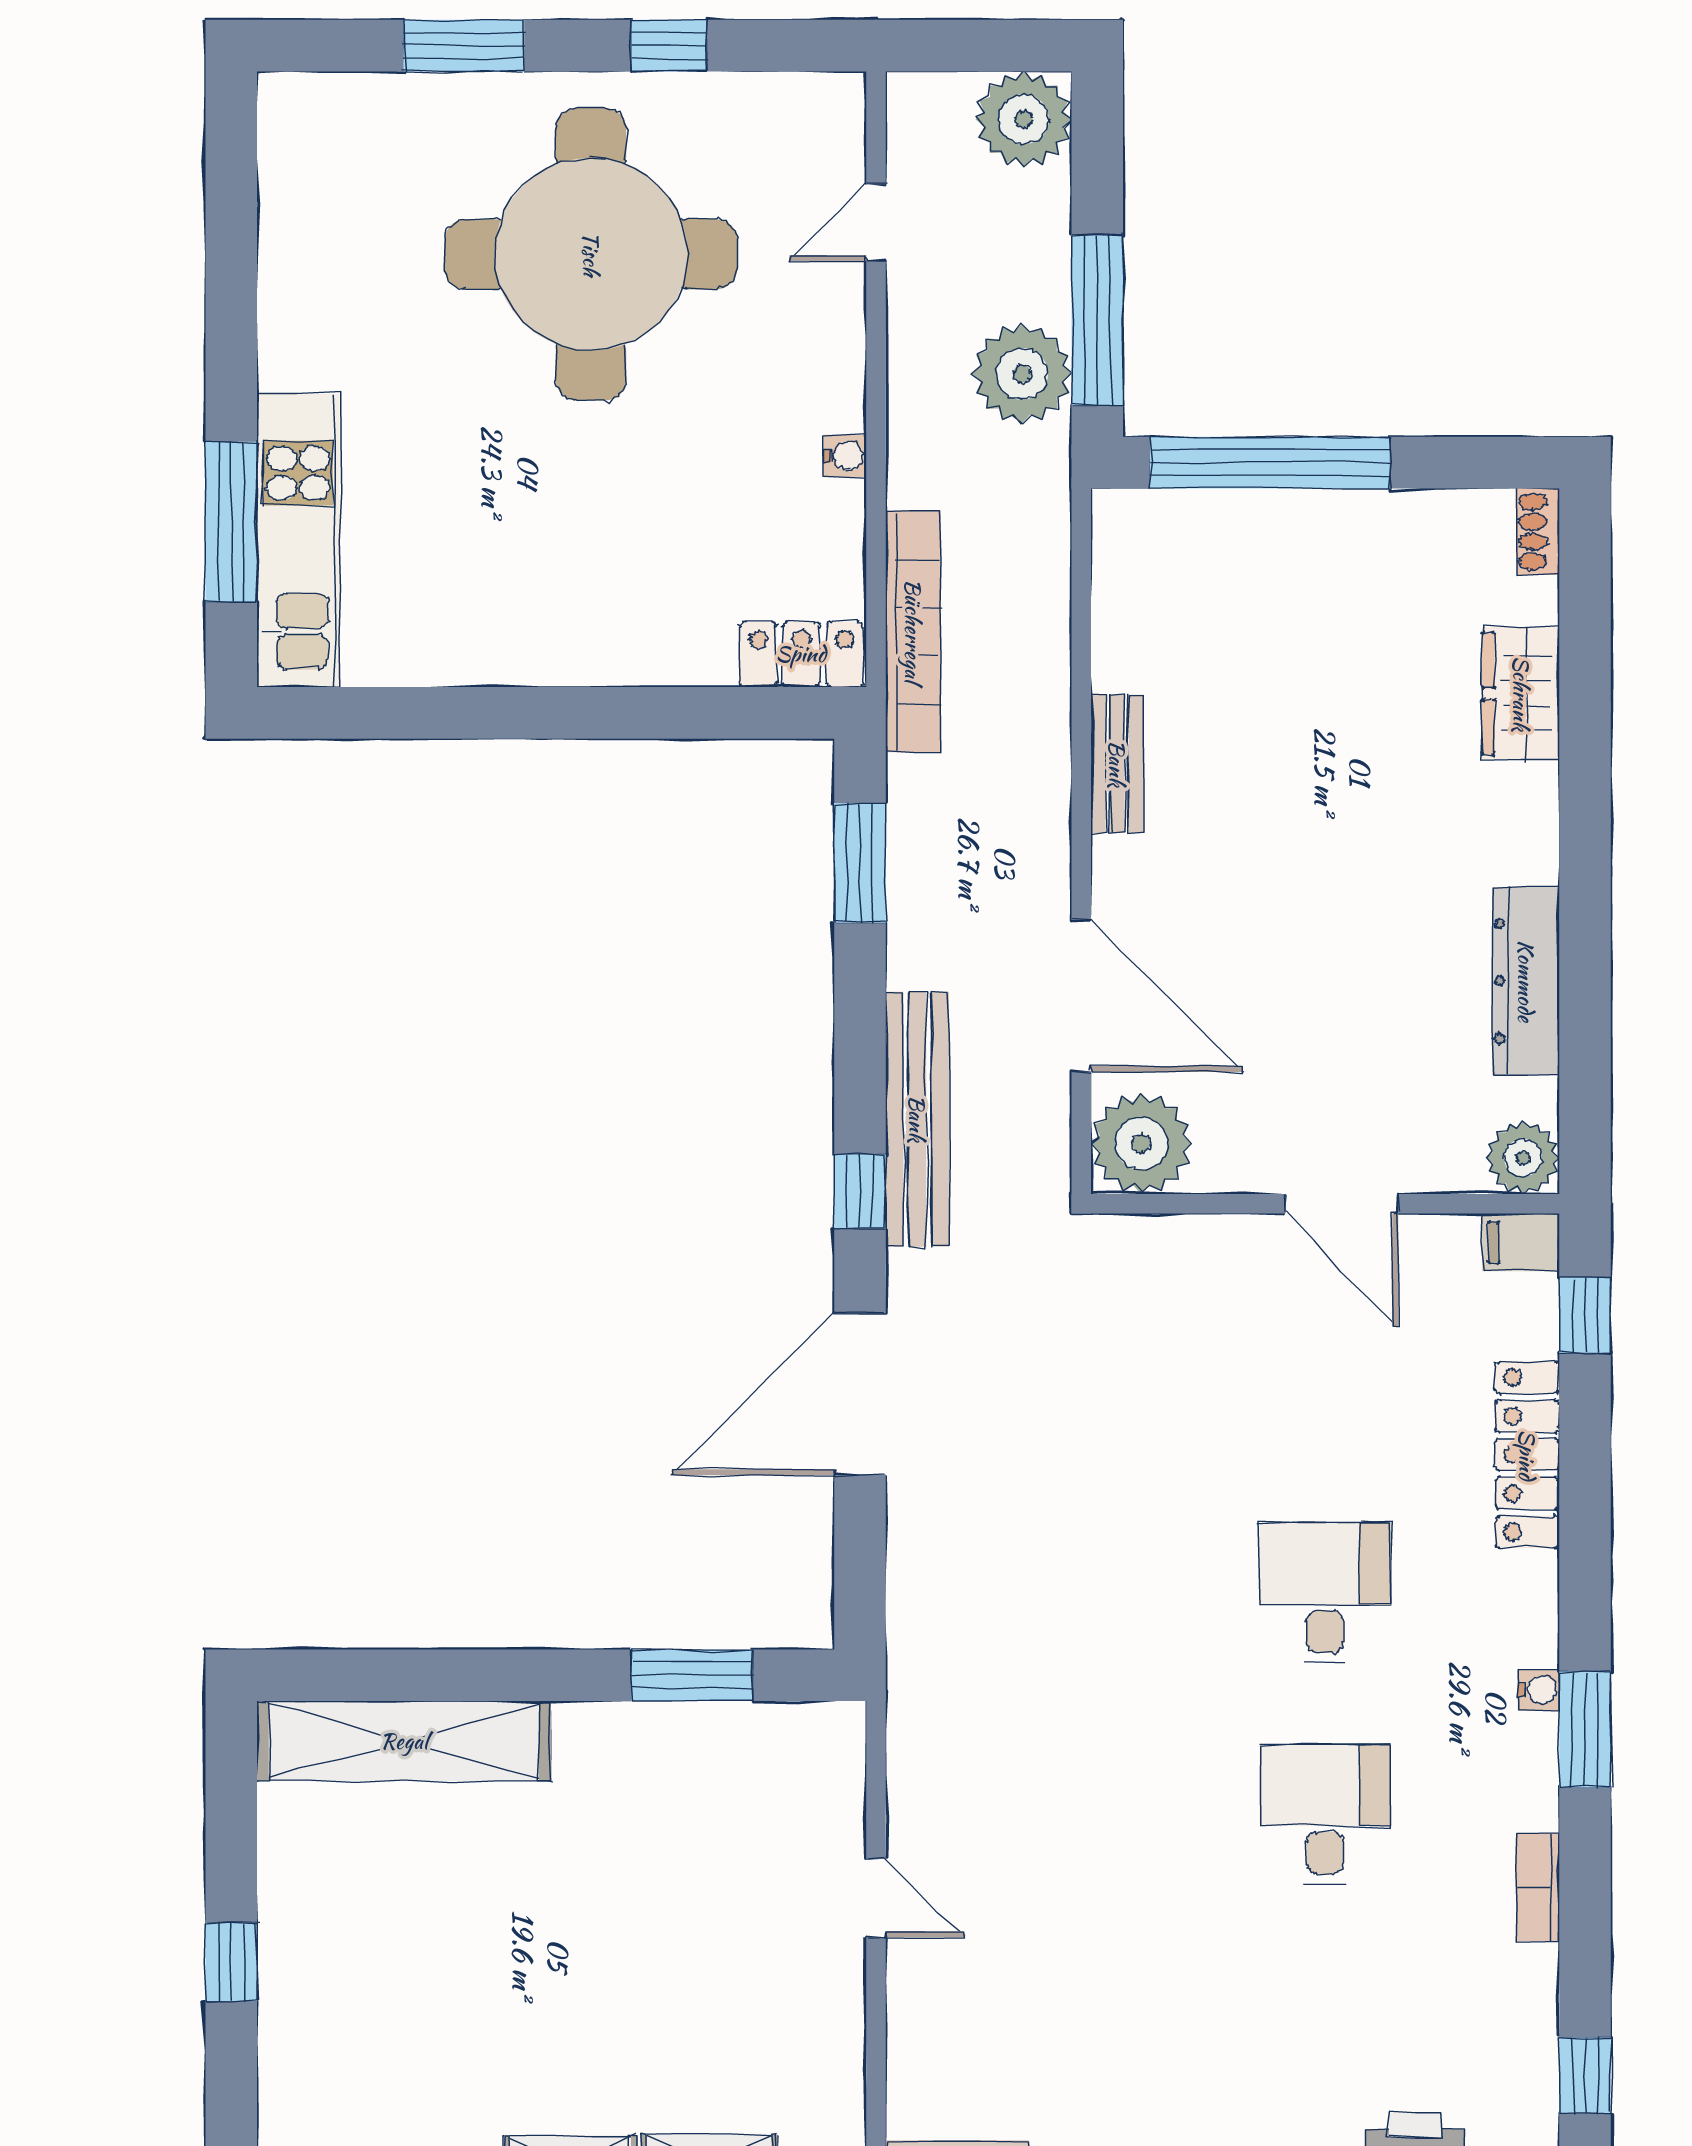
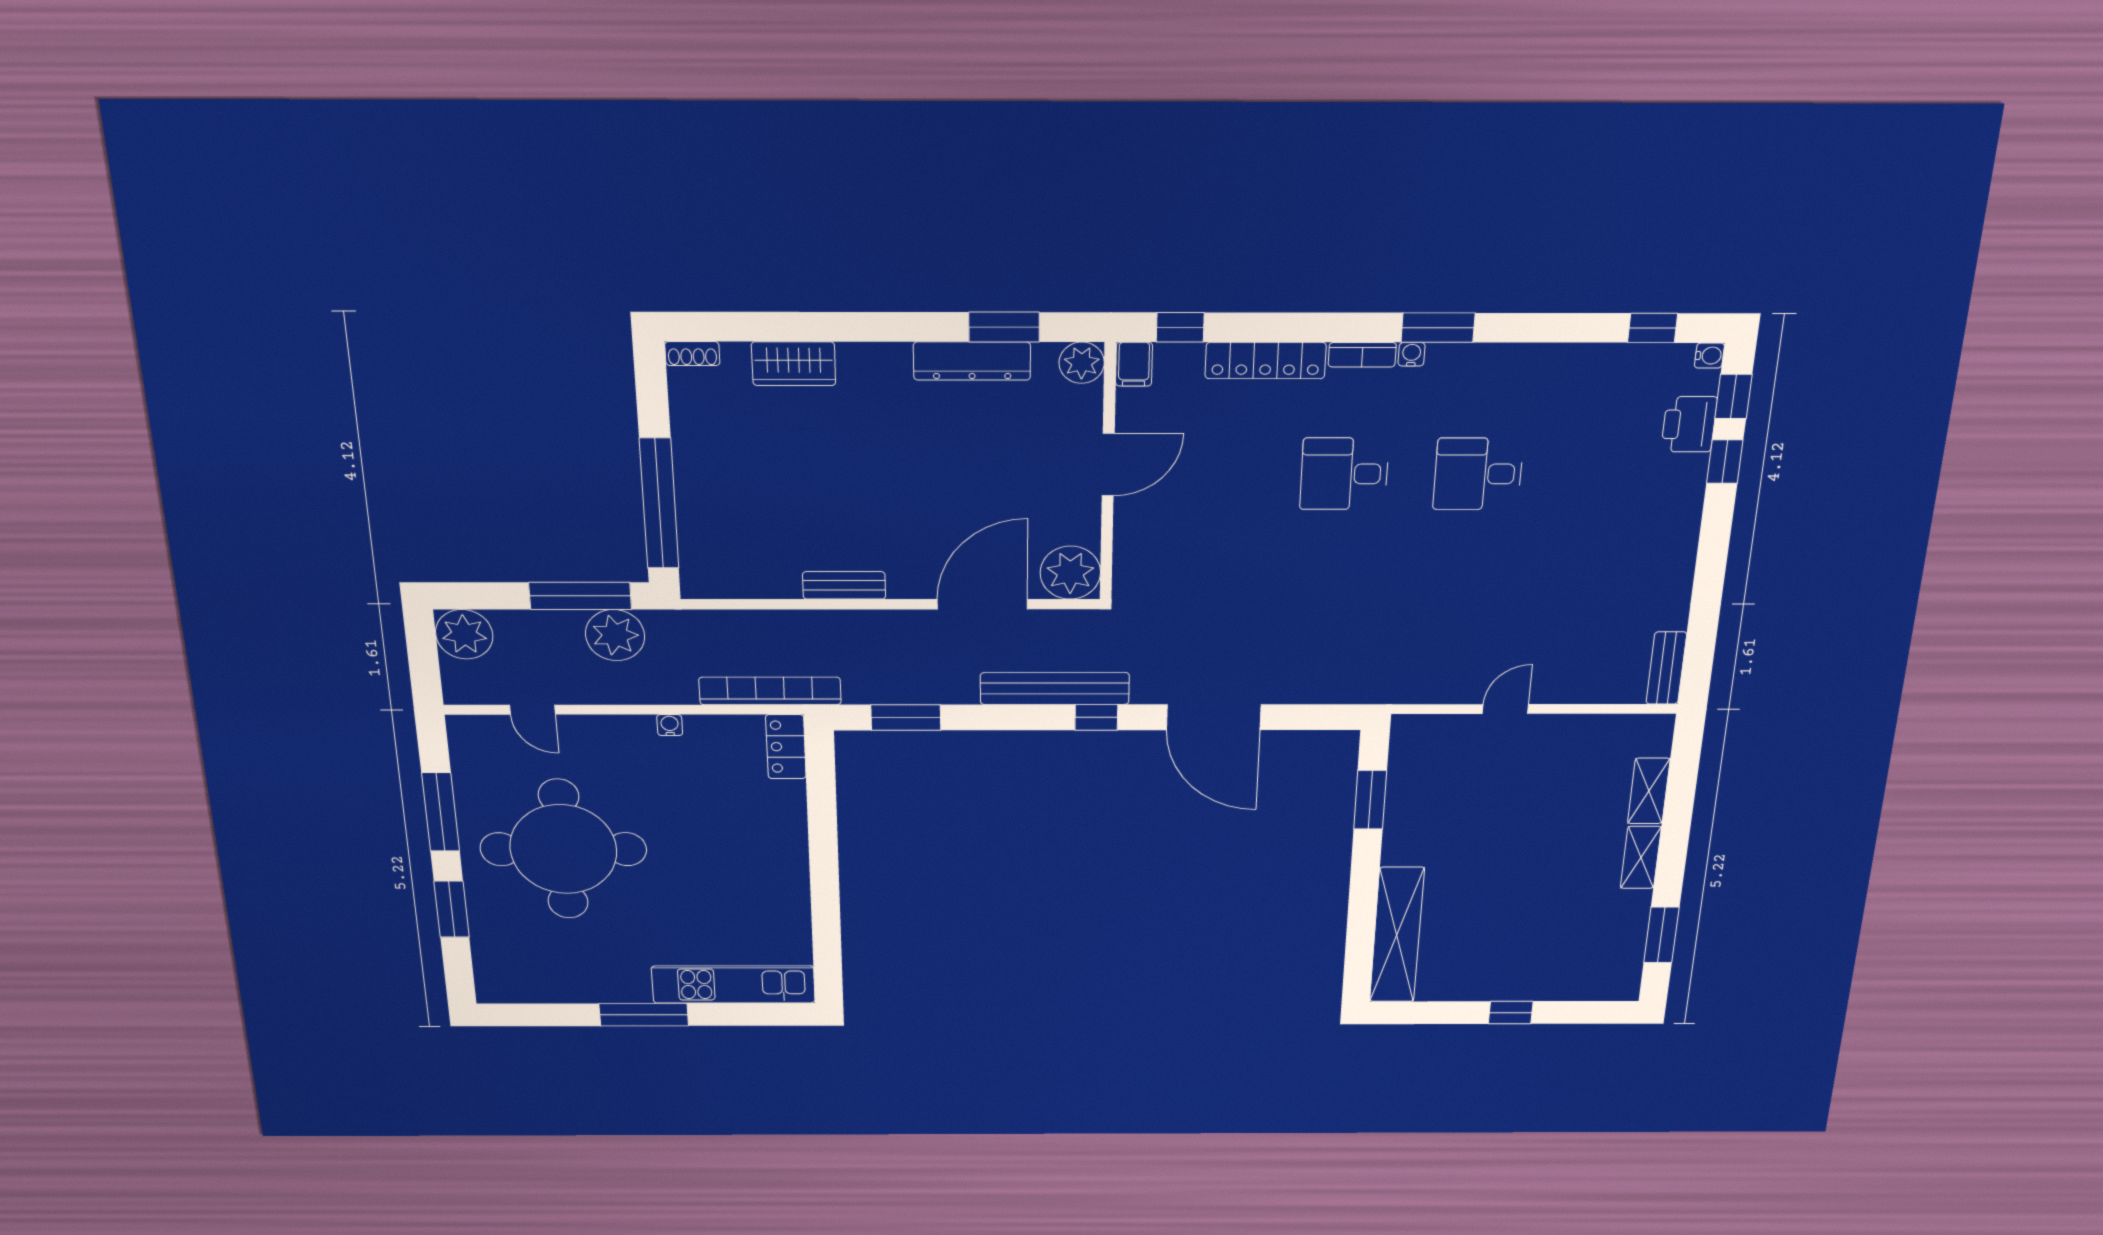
window: (669, 46) -> (441, 812), width x2.17
window: (231, 522) -> (644, 1015), moved
window: (1585, 1033) -> (1004, 327), added
bookcase: (1538, 1887) -> (1362, 355), moved

